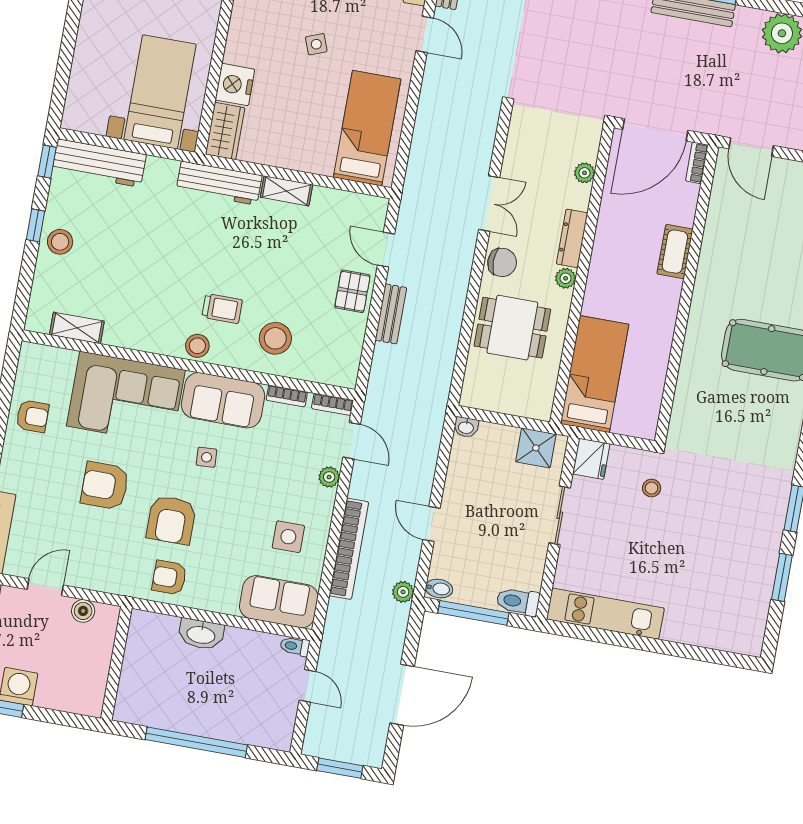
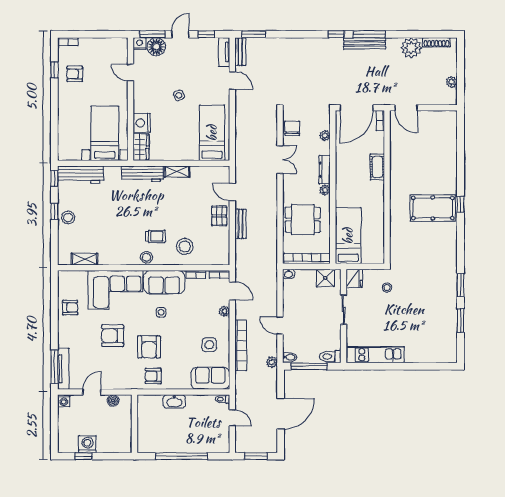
chair: (502, 262) -> (292, 128), moved, turned -90
bookcase: (507, 404) -> (307, 259), added

